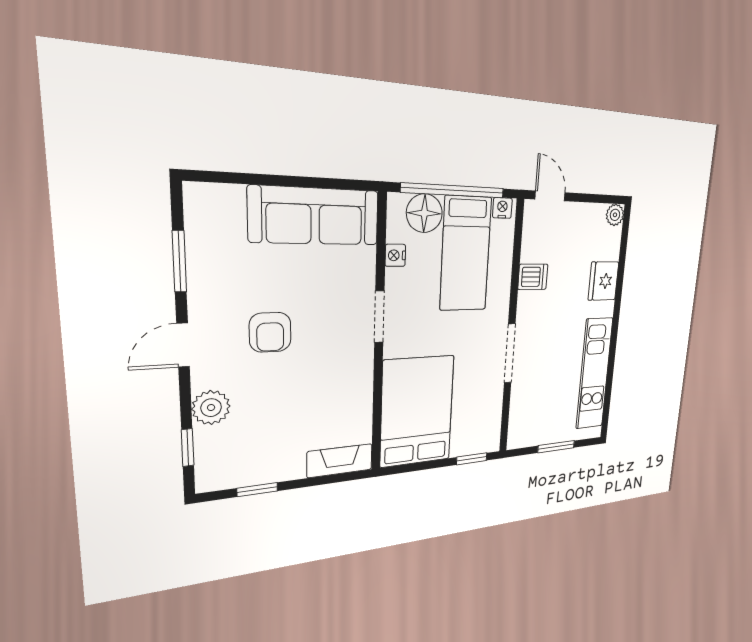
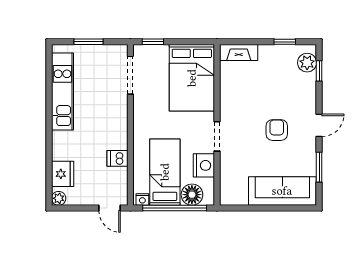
sofa: (315, 216) -> (282, 191), moved
nightstand: (395, 255) -> (204, 165), width x1.89, depth x1.79
fridge: (603, 281) -> (63, 174), moved
doorway: (510, 353) -> (130, 75), moved
plant: (211, 408) -> (307, 63), moved

